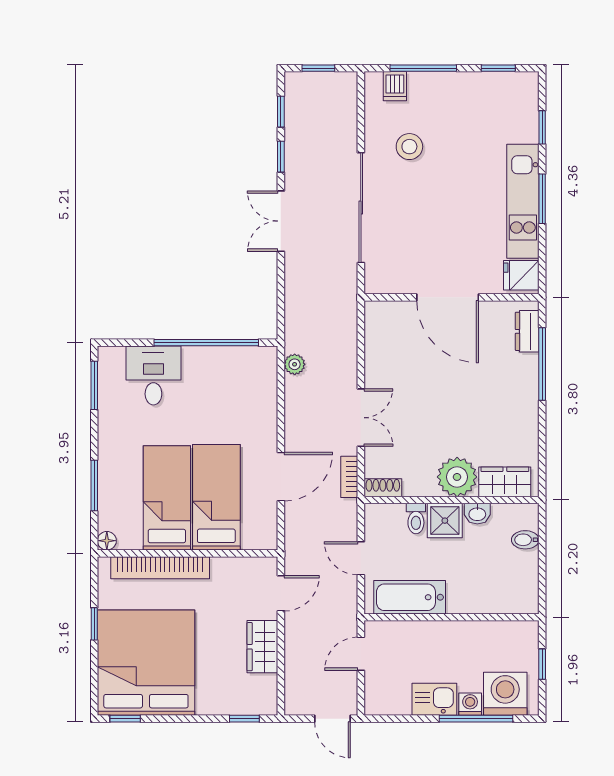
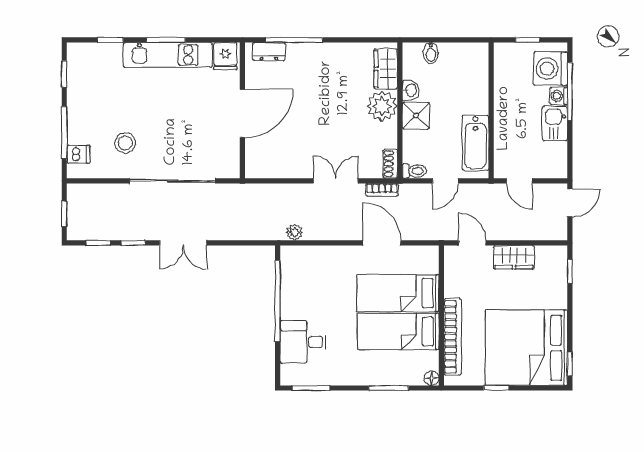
toilet: (416, 519) -> (414, 171), moved

